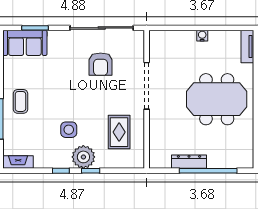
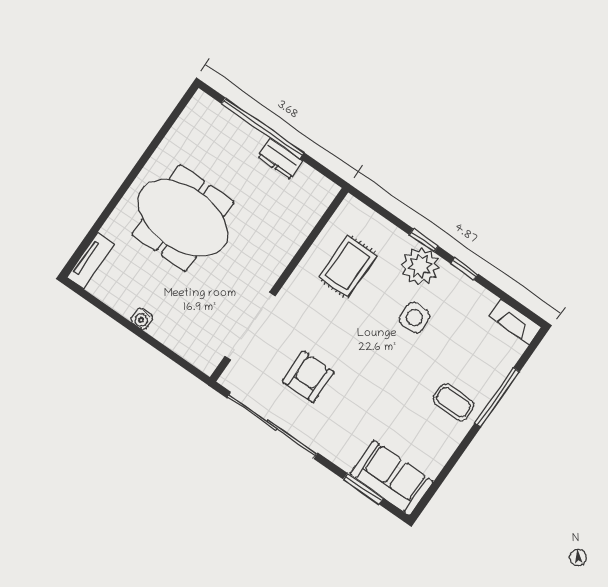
doorway: (147, 86) -> (250, 326), moved
coffee table: (20, 101) -> (454, 402), turned 90
dresser: (189, 162) -> (280, 159), width x0.70

